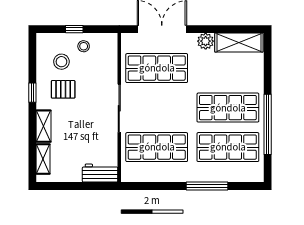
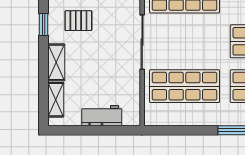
workbench: (100, 173) -> (102, 116), moved

